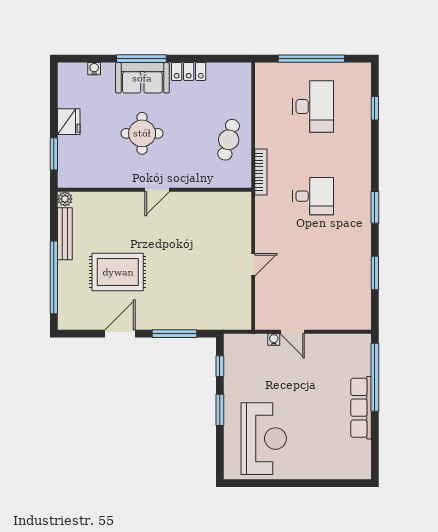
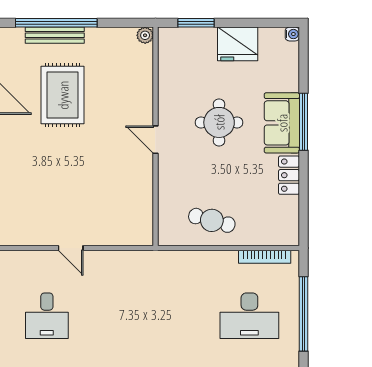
water cooler: (94, 69) -> (292, 34), moved
fridge: (69, 122) -> (238, 44), width x1.36, depth x1.34
bookcase: (261, 172) -> (265, 257), moved
desk: (313, 196) -> (47, 316), moved
bench: (65, 234) -> (55, 35), moved

